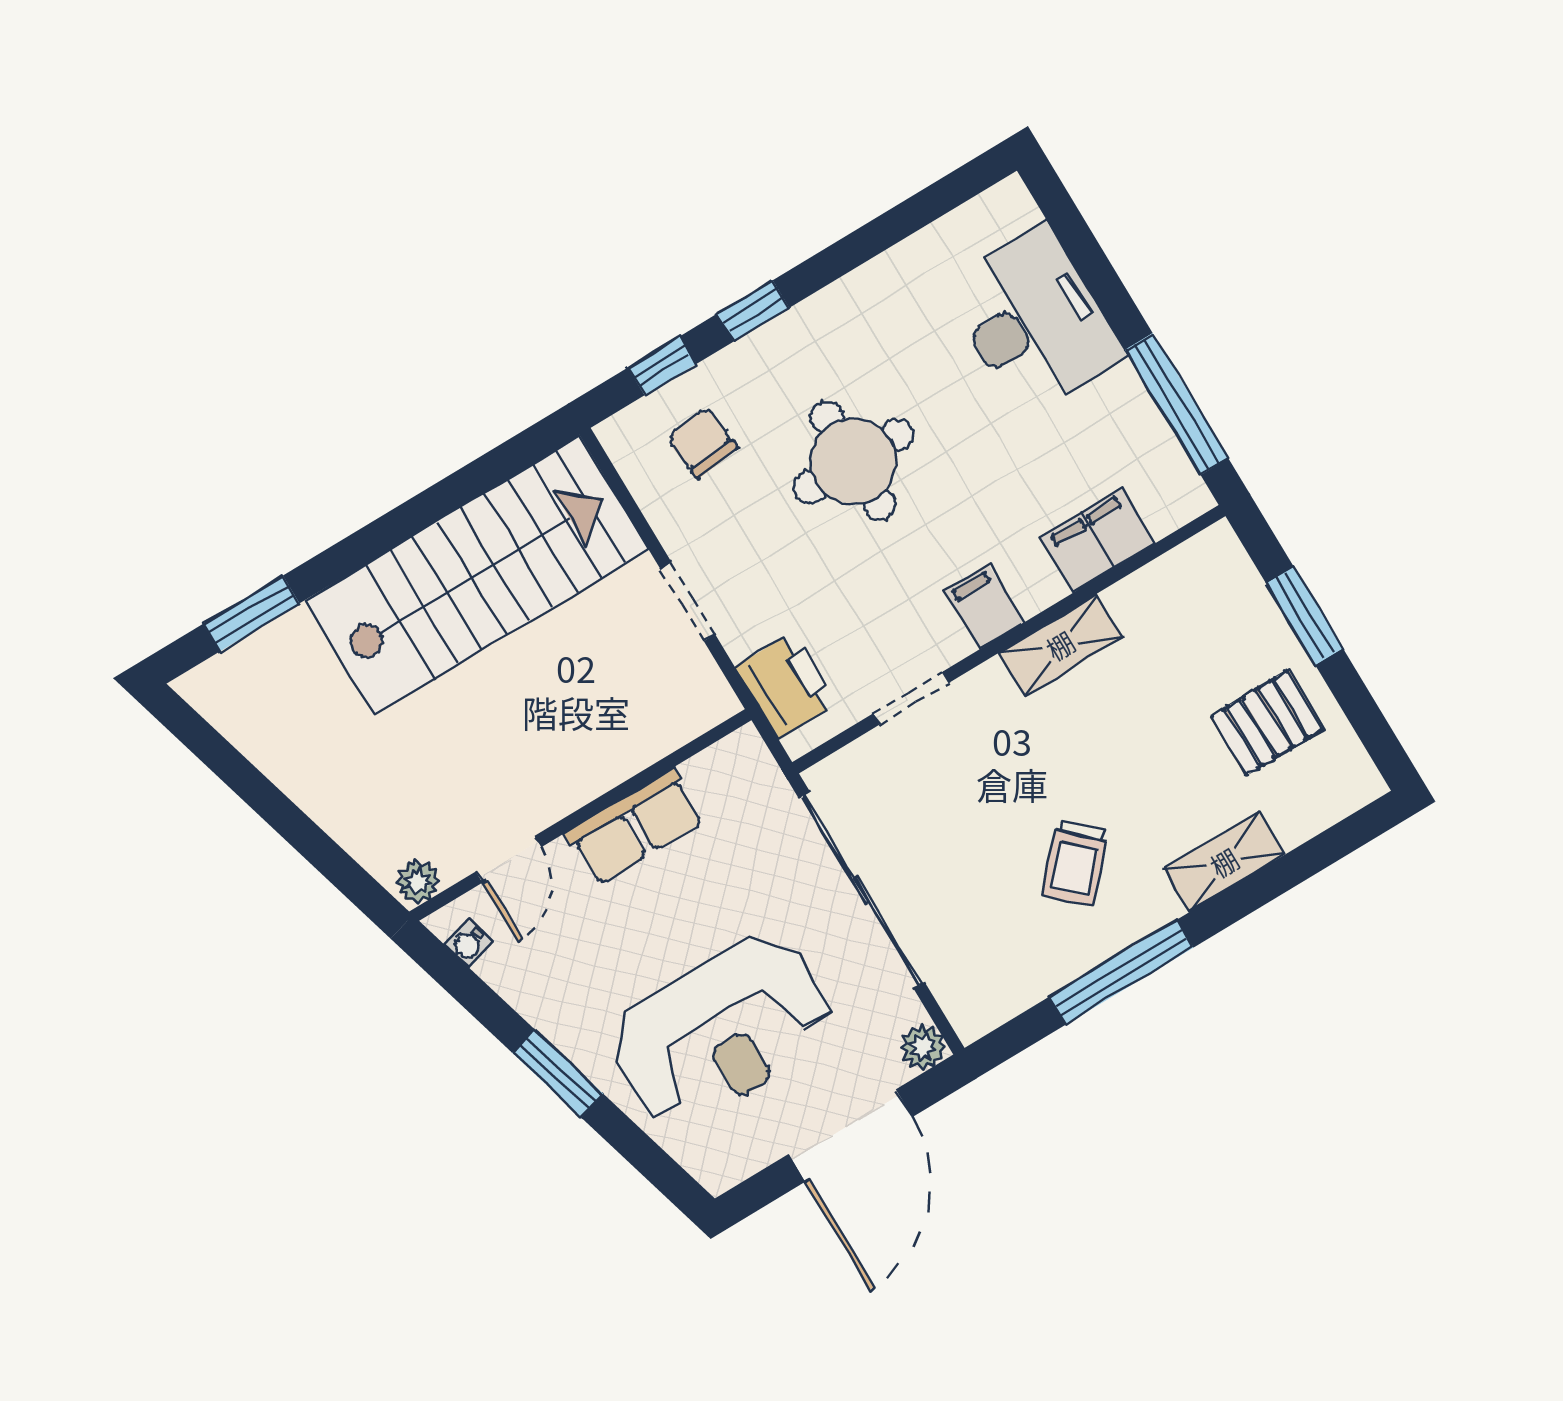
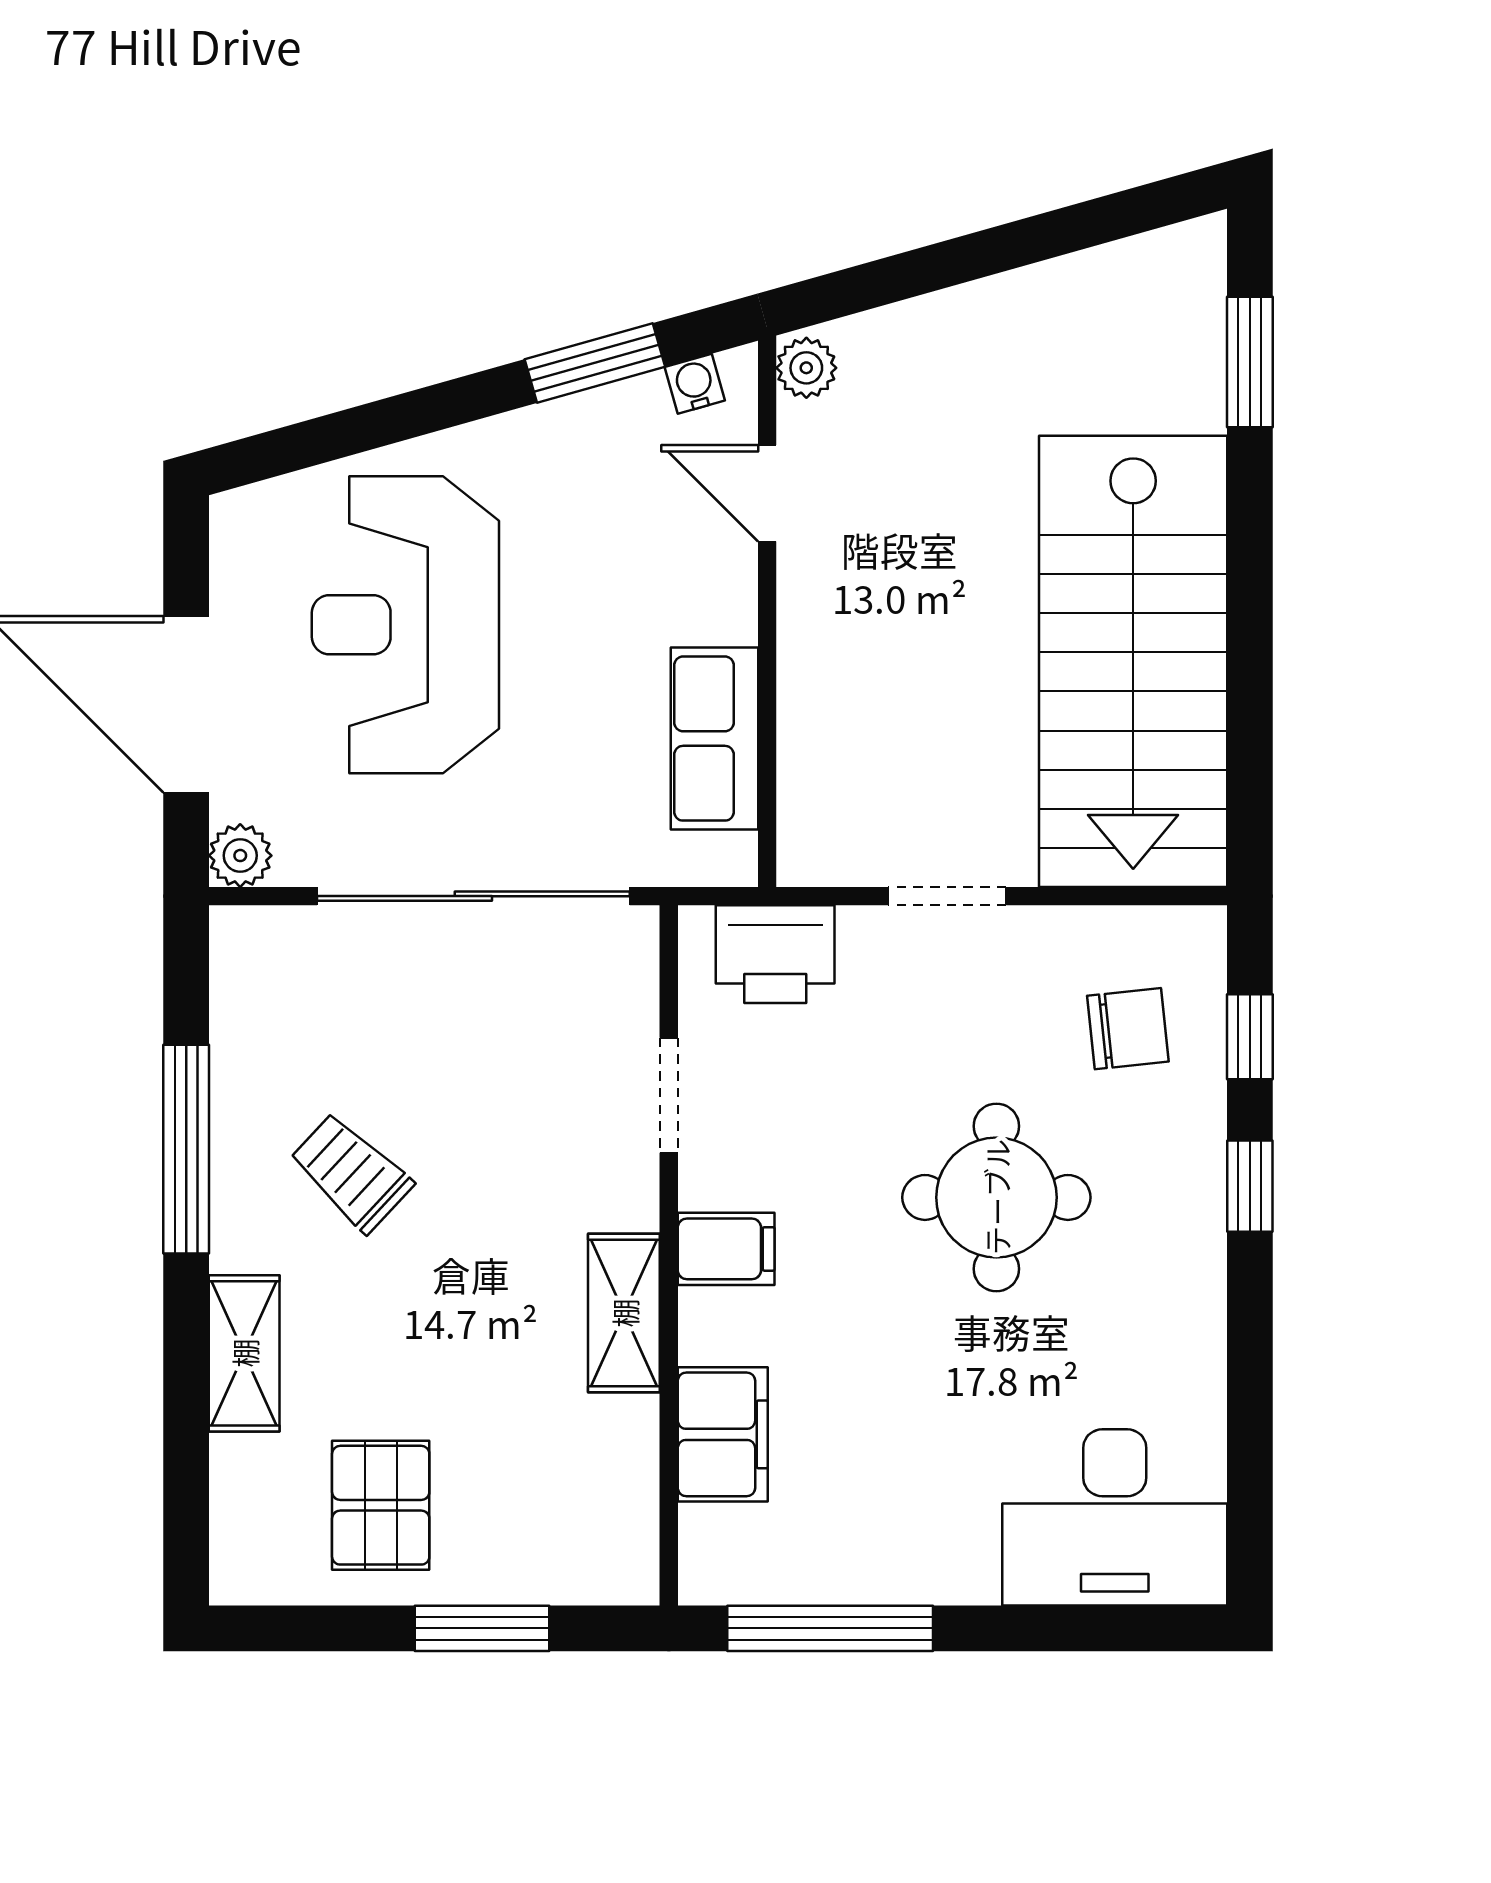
desk: (1034, 320) -> (1115, 1517), moved
row of seats: (635, 827) -> (714, 739), moved
window: (558, 1073) -> (595, 363), moved

